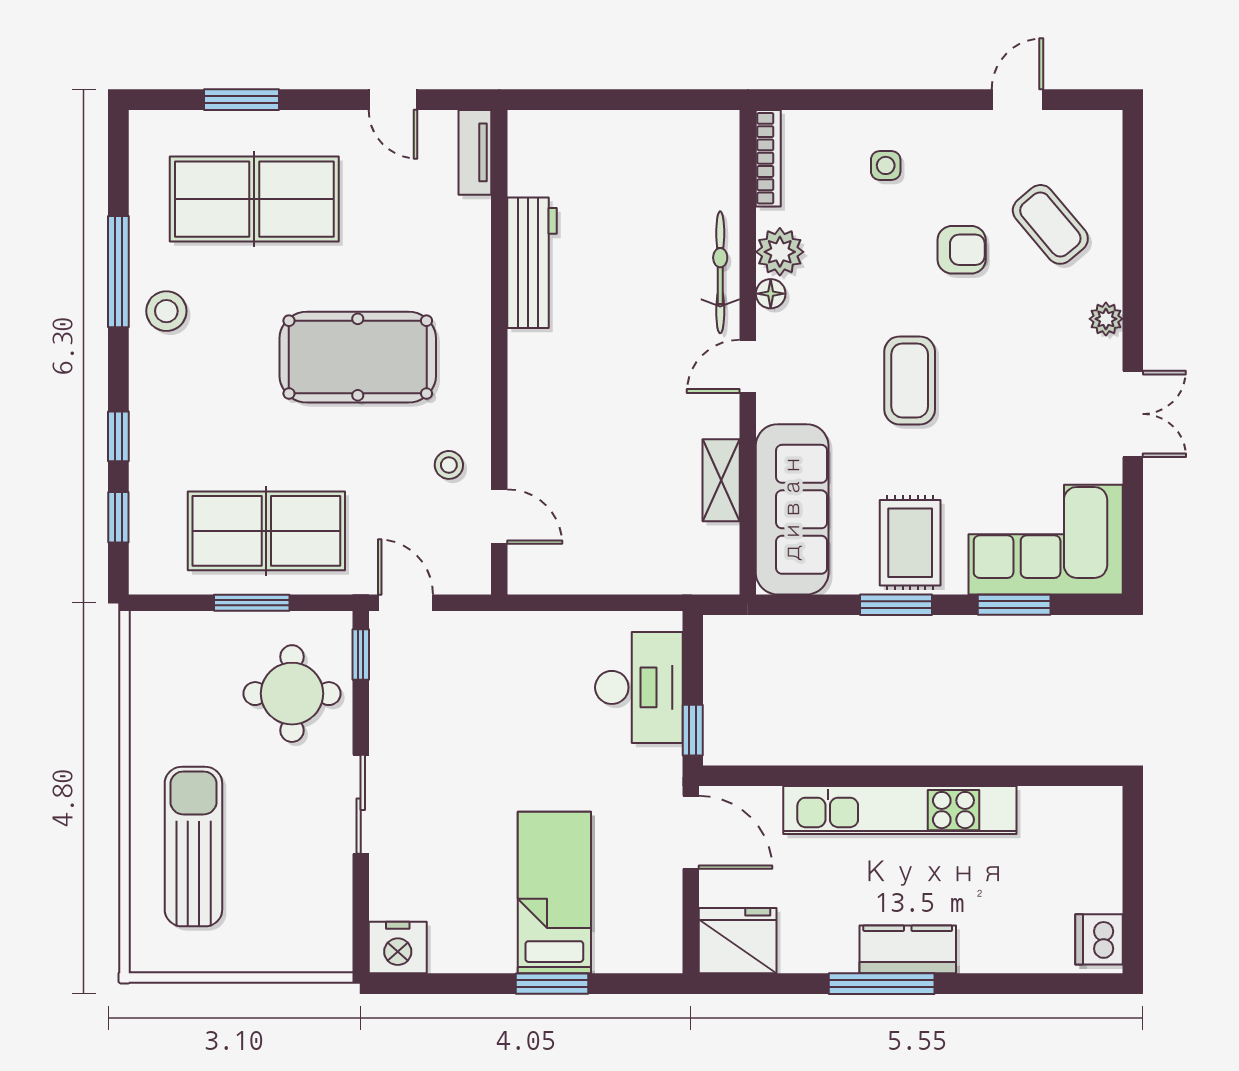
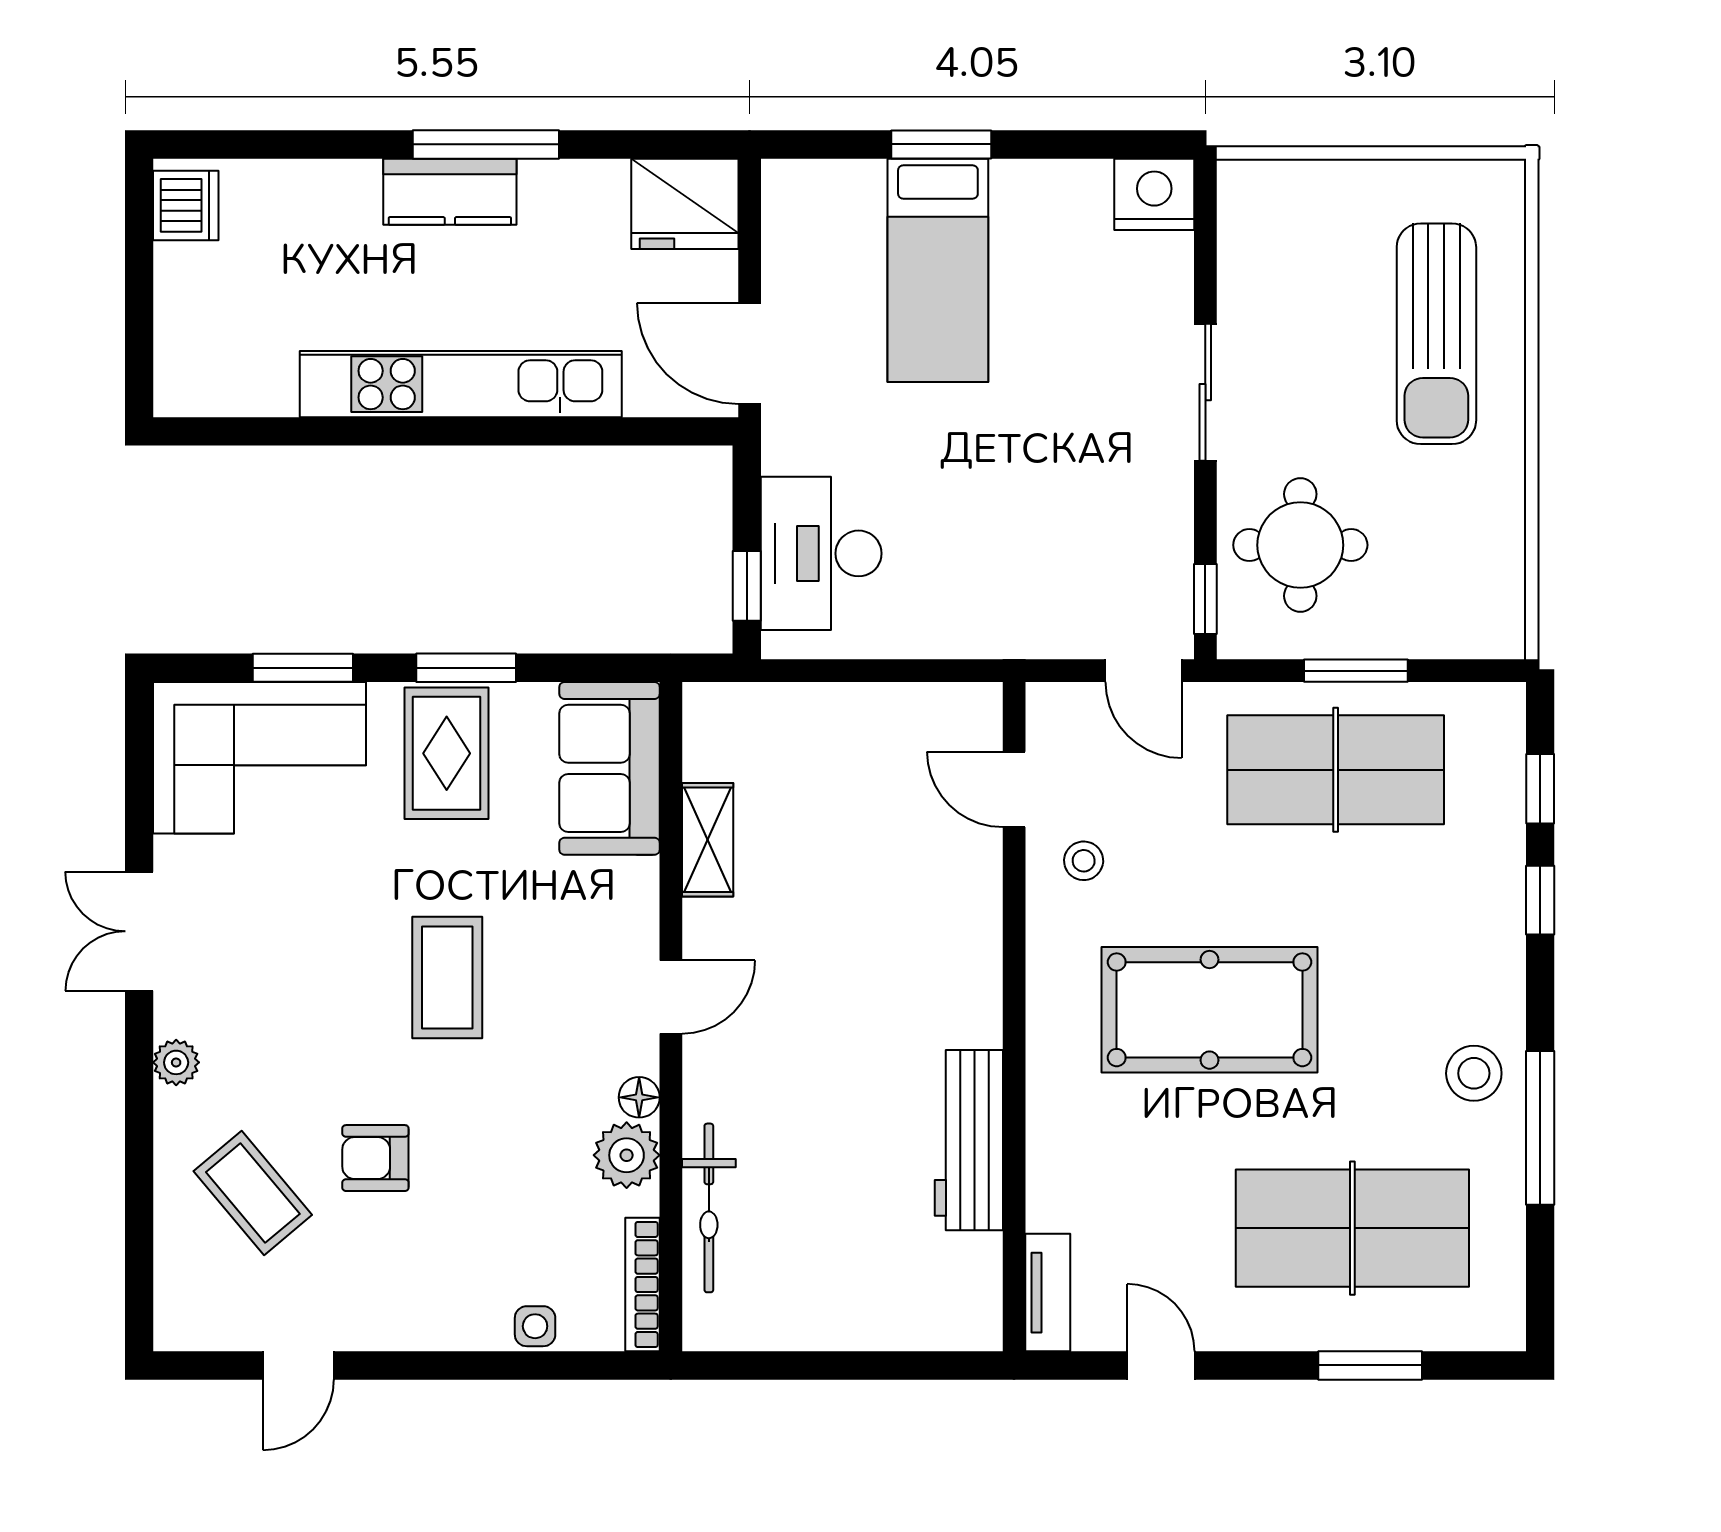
side table: (886, 165) -> (535, 1326), moved
bicycle: (720, 272) -> (709, 1208), moved
sofa: (792, 509) -> (610, 768), width x0.73
window: (693, 730) -> (747, 586), moved

